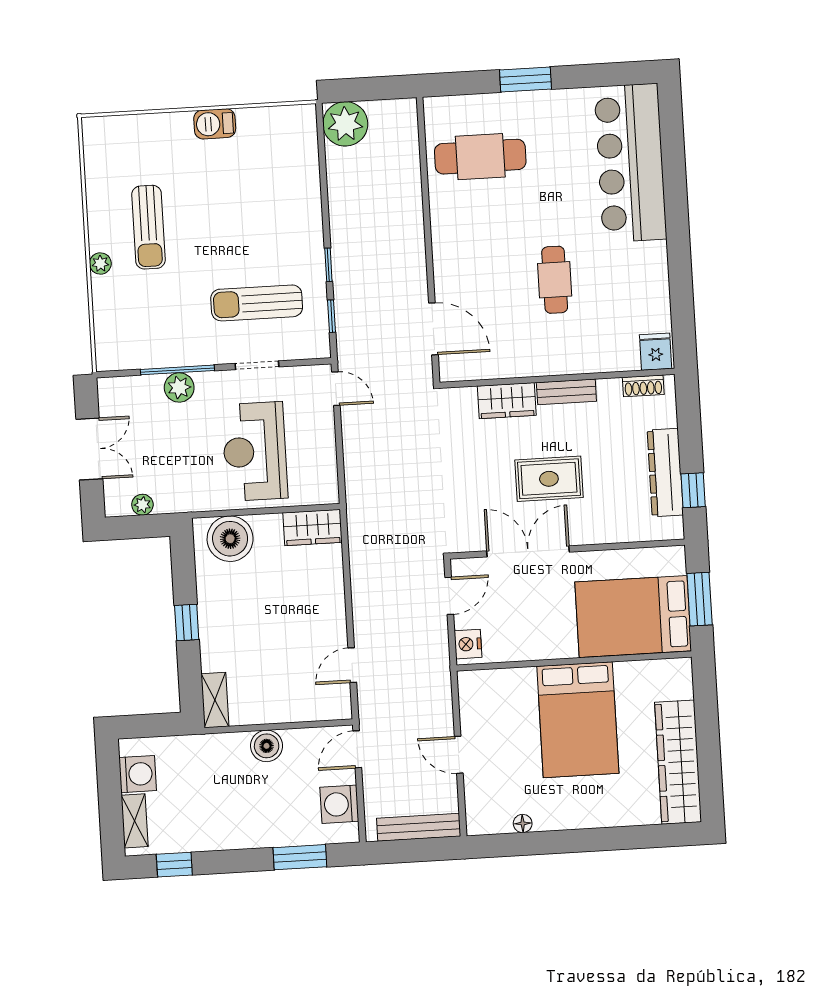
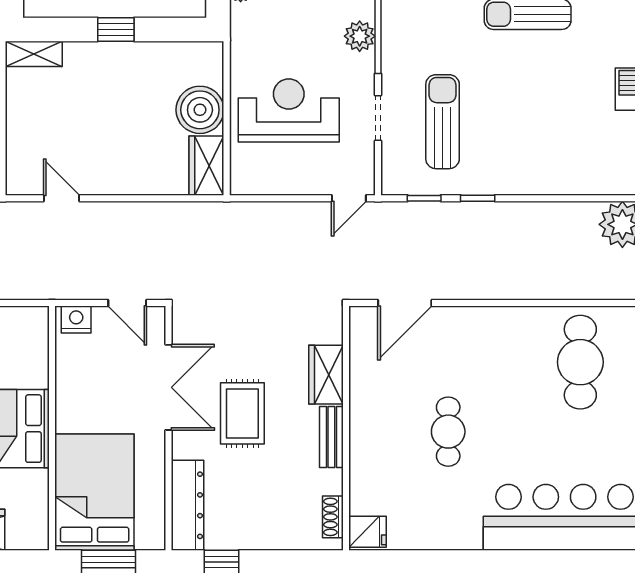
cafe table: (555, 280) -> (448, 432), turned 90
dresser: (665, 473) -> (187, 505), moved, turned 90
boiler: (230, 539) -> (200, 110), moved

